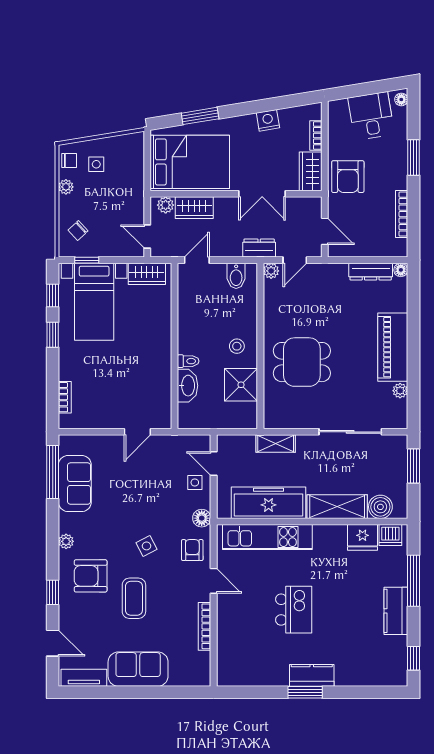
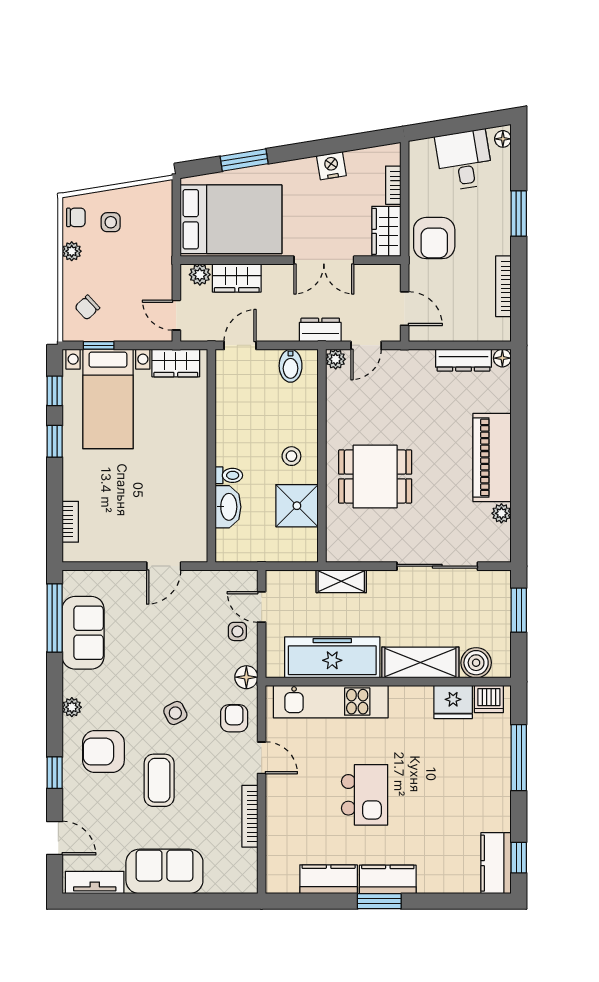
kitchen counter: (396, 611) -> (496, 863), moved
kitchen counter: (266, 675) -> (329, 879), added

